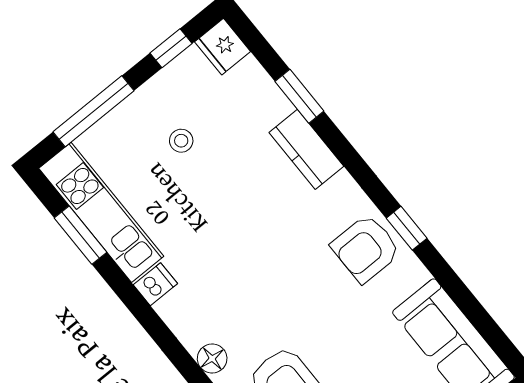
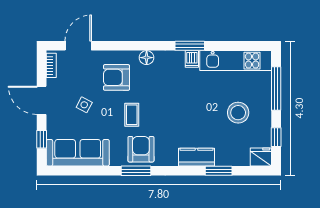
stool: (181, 141) -> (238, 113), width x1.89, depth x1.89
window: (407, 228) -> (136, 171), width x1.50
window: (81, 235) -> (190, 46), moved
coffee table: (323, 308) -> (132, 115), added

